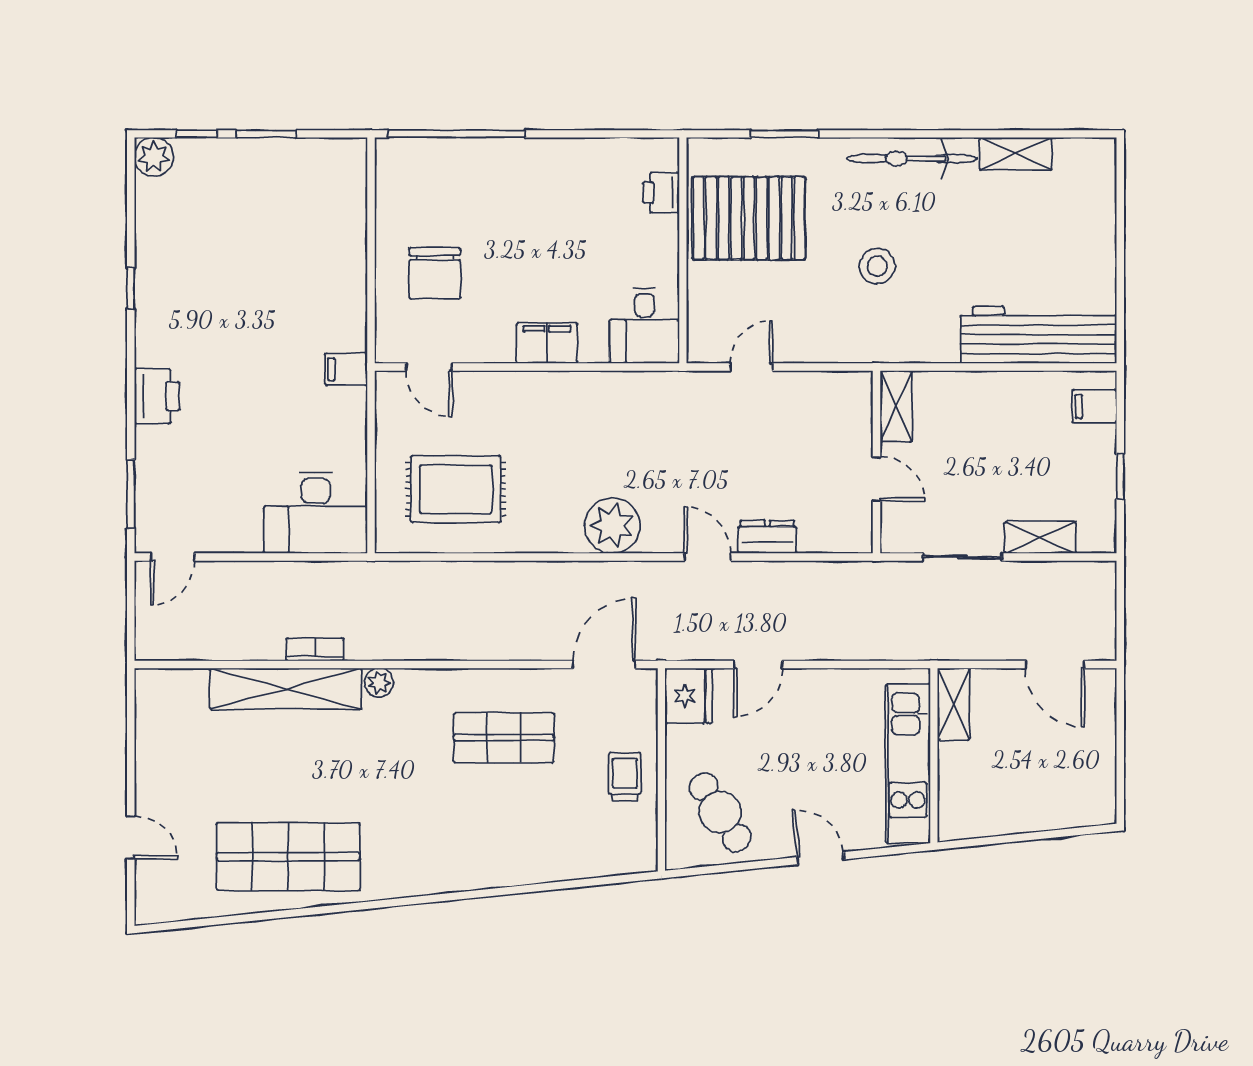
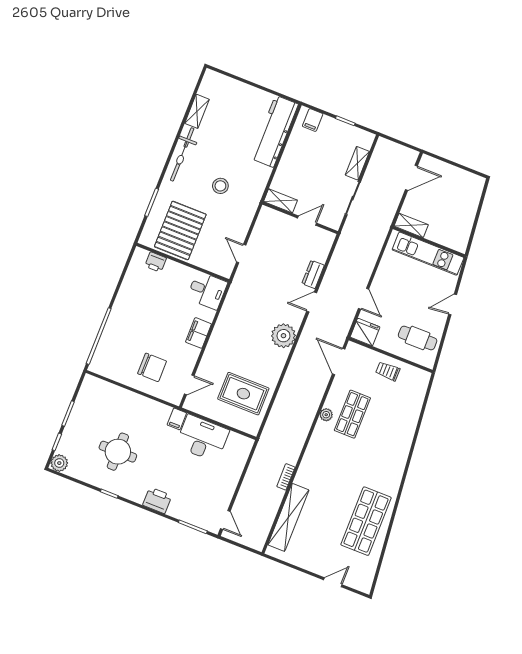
round table: (227, 272) -> (118, 452), added
rug: (456, 489) -> (243, 394), turned 90
desk: (316, 513) -> (202, 438), moved, turned -90
plant: (379, 683) -> (326, 415), moved
shelving: (286, 689) -> (288, 517), moved
cafe table: (720, 812) -> (418, 338), turned 33

